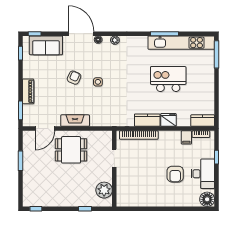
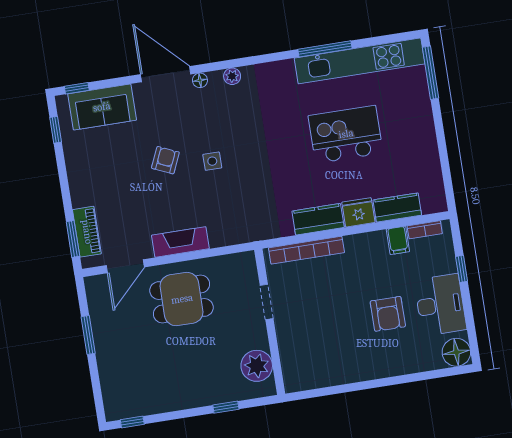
piano: (28, 91) -> (87, 232), moved
kitchen counter: (203, 121) -> (397, 208), moved

